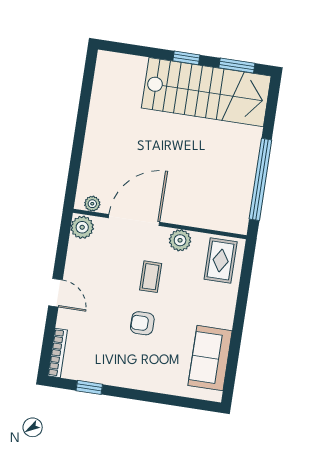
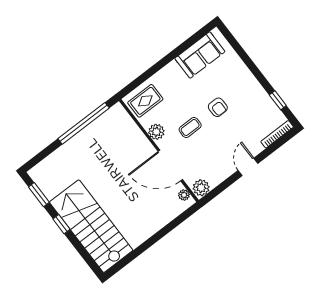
stairs: (206, 92) -> (91, 226), moved

